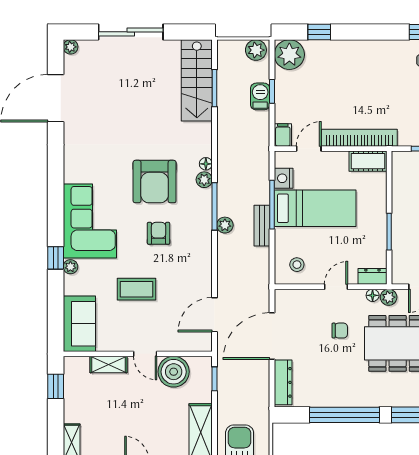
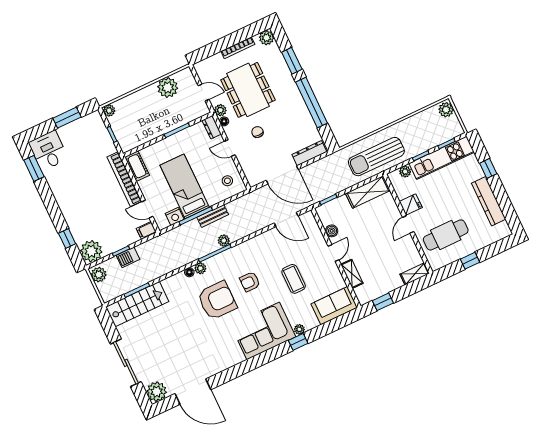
plant: (71, 47) -> (157, 392), width x1.88, depth x1.88
boiler: (174, 372) -> (332, 231), width x0.54, depth x0.54

